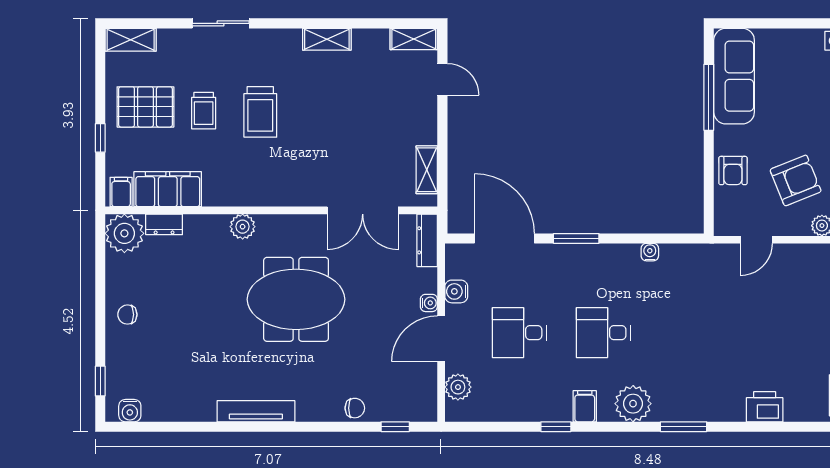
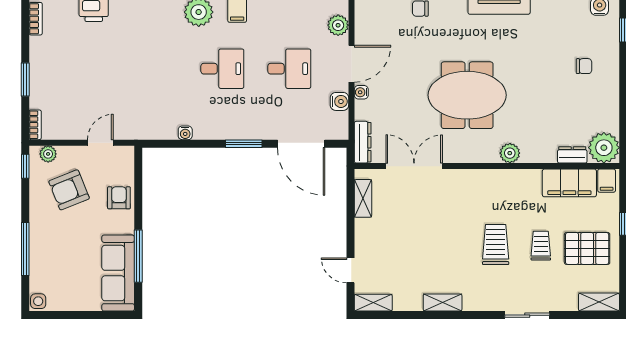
chair: (127, 315) -> (584, 66), moved

